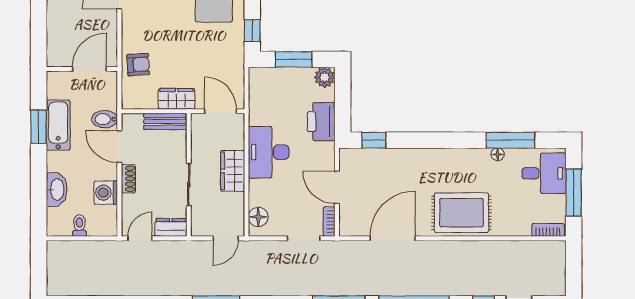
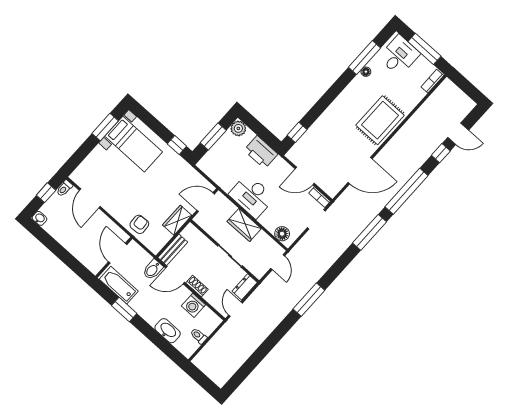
bench: (165, 121) -> (173, 250), moved
bathtub: (58, 125) -> (119, 285), moved
door: (393, 238) -> (360, 171), swing flipped

